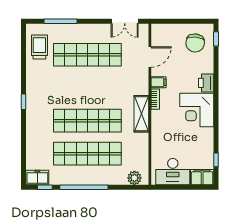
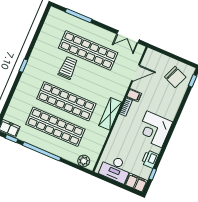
chair: (195, 43) -> (175, 77), turned -74
trolley: (39, 47) -> (68, 68), moved
printer: (206, 83) -> (150, 159), moved

